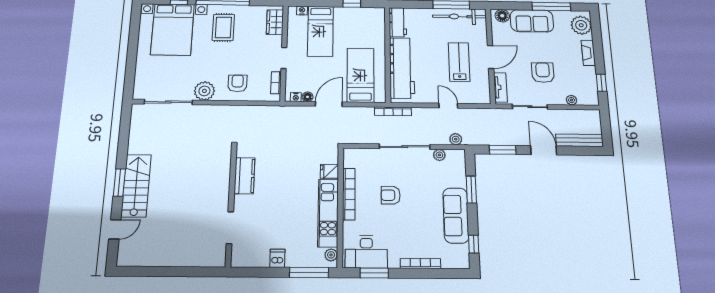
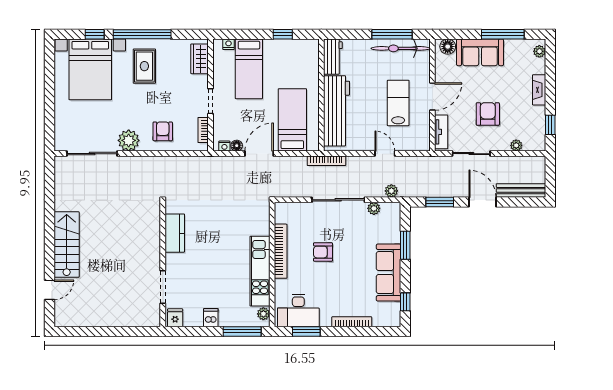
plant: (581, 25) -> (539, 51), width x0.53, depth x0.53
fridge: (329, 171) -> (175, 318), moved, turned 90
window: (119, 183) -> (50, 242), removed

